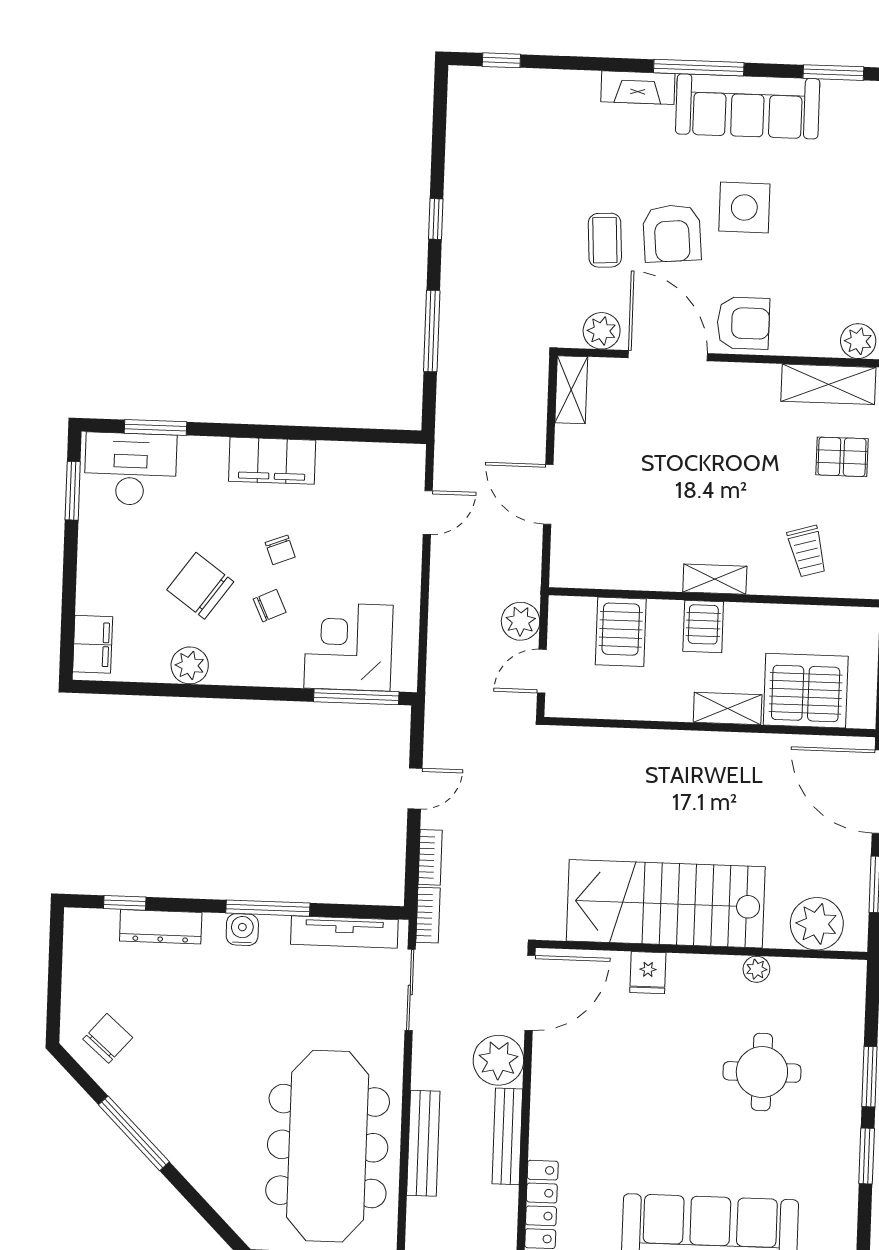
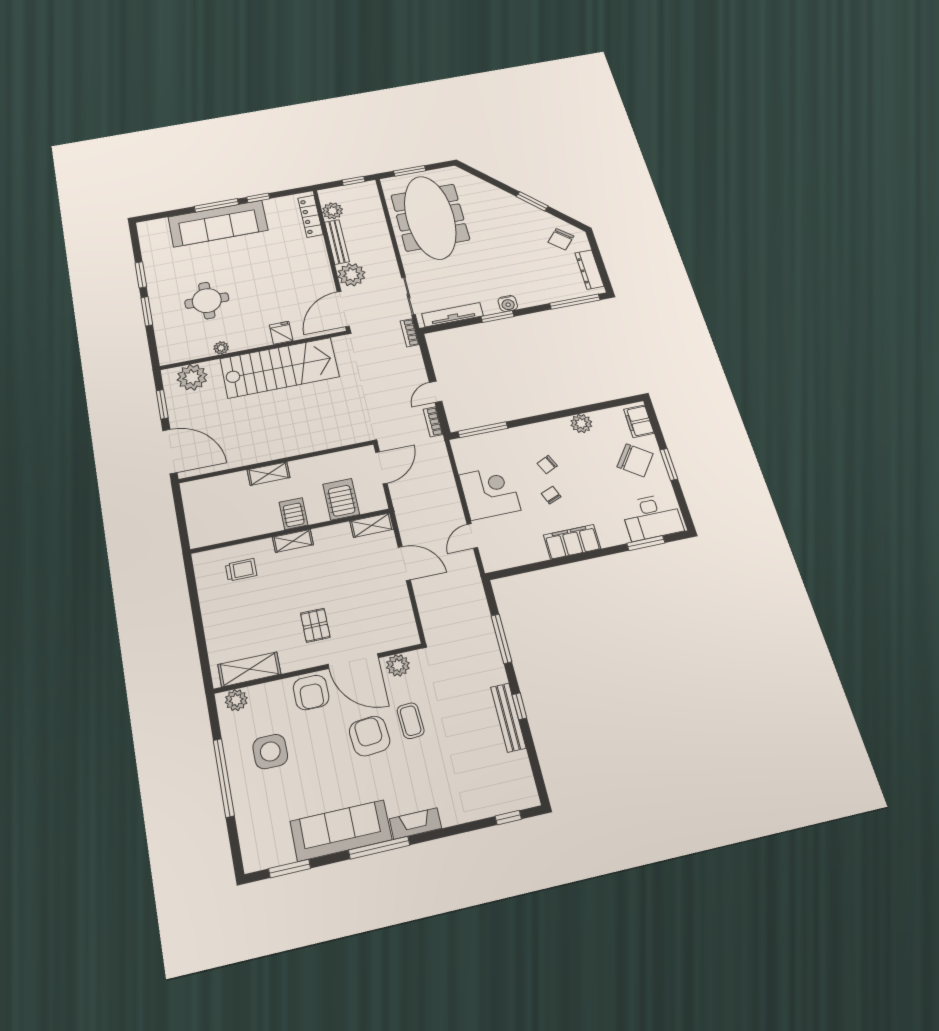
side table: (744, 207) -> (270, 752), moved
armchair: (743, 323) -> (311, 692), turned -90
shelving: (571, 390) -> (372, 525), moved, turned 90
pallet: (842, 457) -> (315, 625), moved, turned 90
window: (73, 491) -> (669, 464), moved
trolley: (807, 551) -> (241, 570), turned 106
chair: (200, 586) -> (635, 460), moved
plant: (521, 621) -> (332, 211), moved
corner desk: (348, 647) -> (490, 492), moved, turned -90
door: (542, 671) -> (381, 468), width x1.38
server rack: (806, 691) -> (225, 494), removed
bookcase: (430, 857) -> (433, 422), moved
window: (125, 903) -> (575, 302), width x2.17
window: (268, 908) -> (497, 316), width x0.69
dresser: (161, 927) -> (589, 270), moved, turned -90
window: (134, 1133) -> (532, 201), width x0.69
bench: (423, 1143) -> (508, 717), moved

